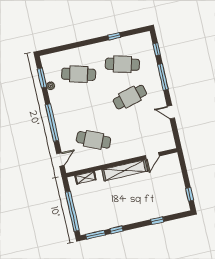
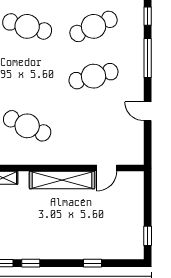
cafe table: (122, 64) -> (94, 26), turned -39

